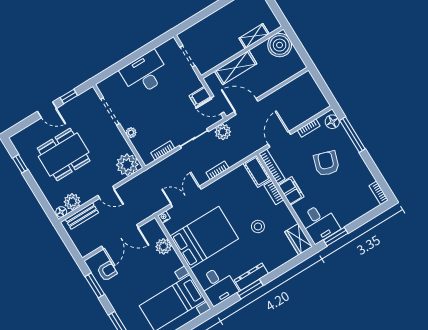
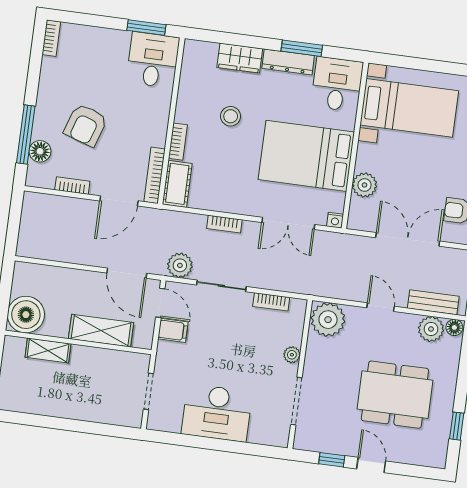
floor lamp: (332, 122) -> (40, 151), moved
filing cabinet: (291, 191) -> (156, 127), removed
wardrobe: (298, 239) -> (240, 58), moved, turned 90

